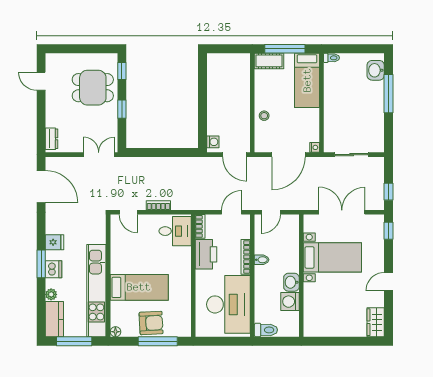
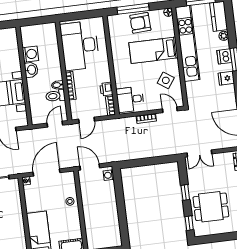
side table: (129, 249) -> (166, 80), added
printer: (206, 254) -> (106, 89), width x0.53, depth x0.68
toilet: (266, 330) -> (55, 96), moved

